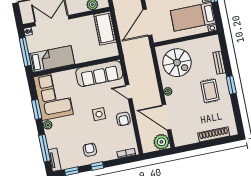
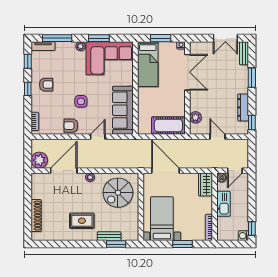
window: (25, 52) -> (161, 38), width x0.69
window: (231, 85) -> (116, 244), moved

